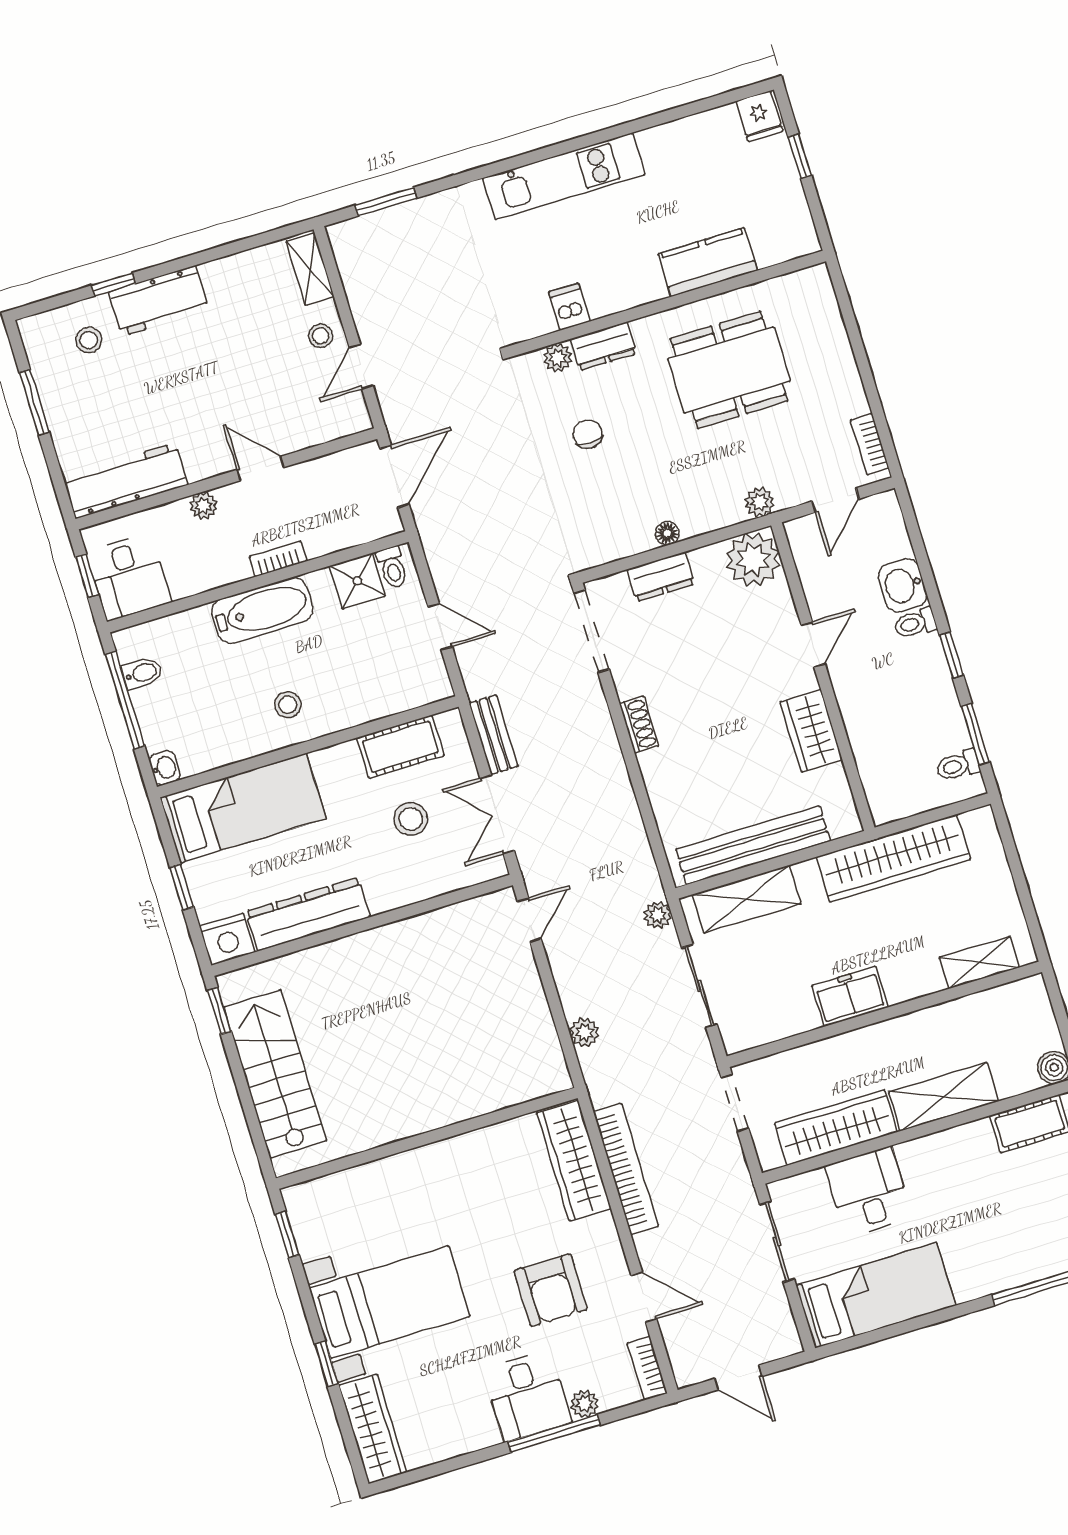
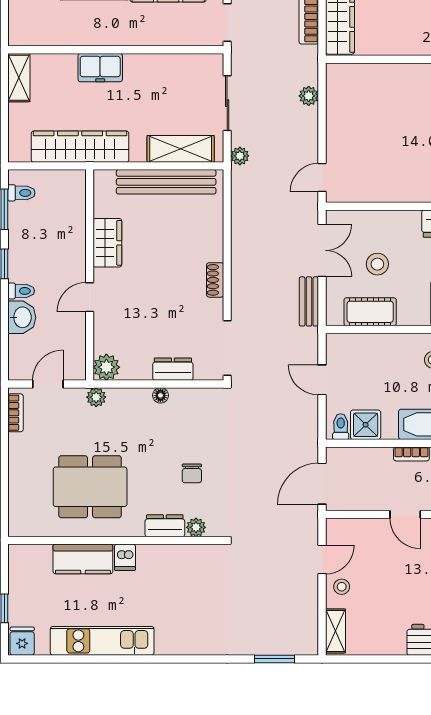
kitchen unit: (564, 176) -> (102, 641), moved
dishwasher: (569, 307) -> (125, 557), moved
plant: (753, 559) -> (106, 367), width x0.73, depth x0.73
shelving: (979, 962) -> (19, 78), moved, turned 90
freezer: (850, 996) -> (100, 68), moved

